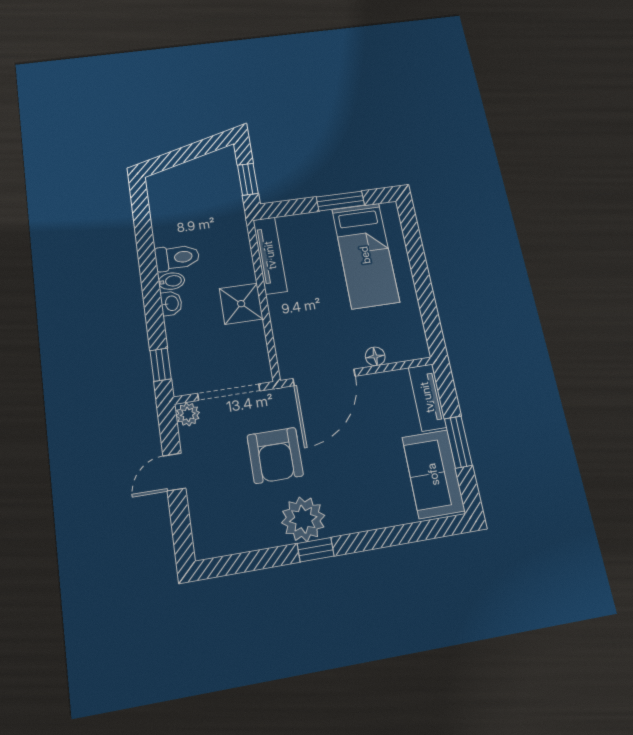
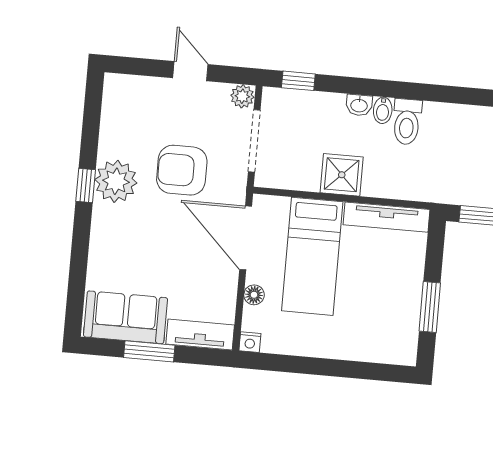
bed: (365, 255) -> (312, 256), moved, turned -90
nightstand: (420, 349) -> (250, 342), added

